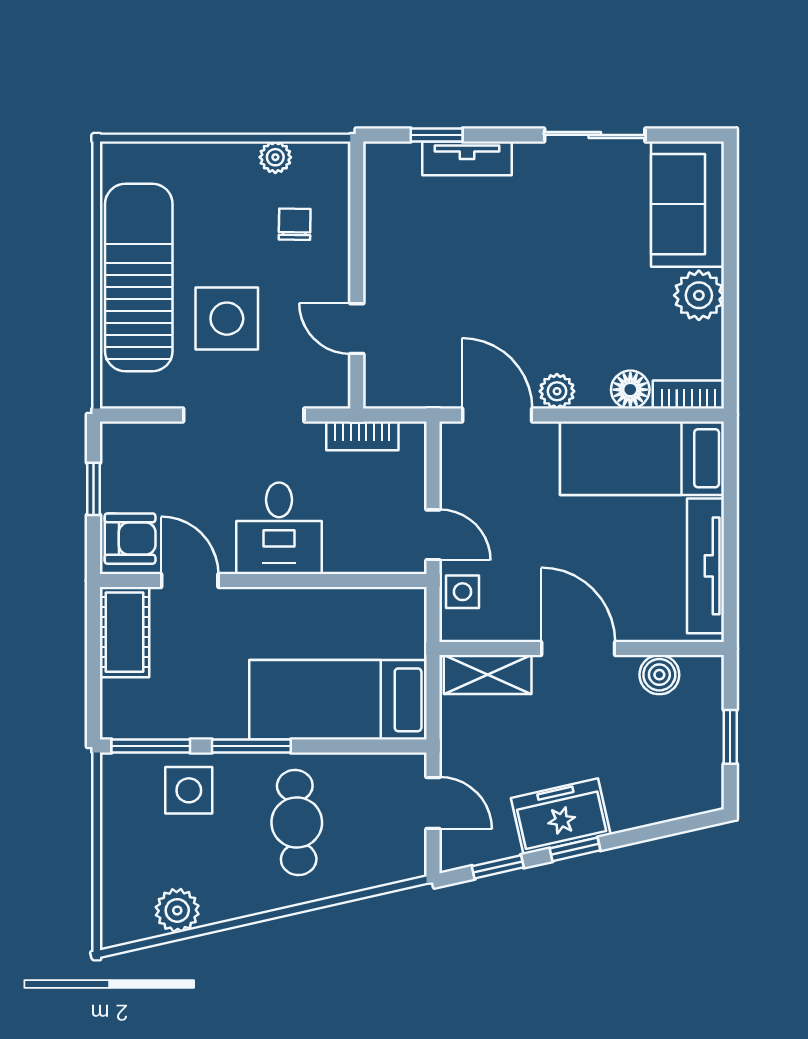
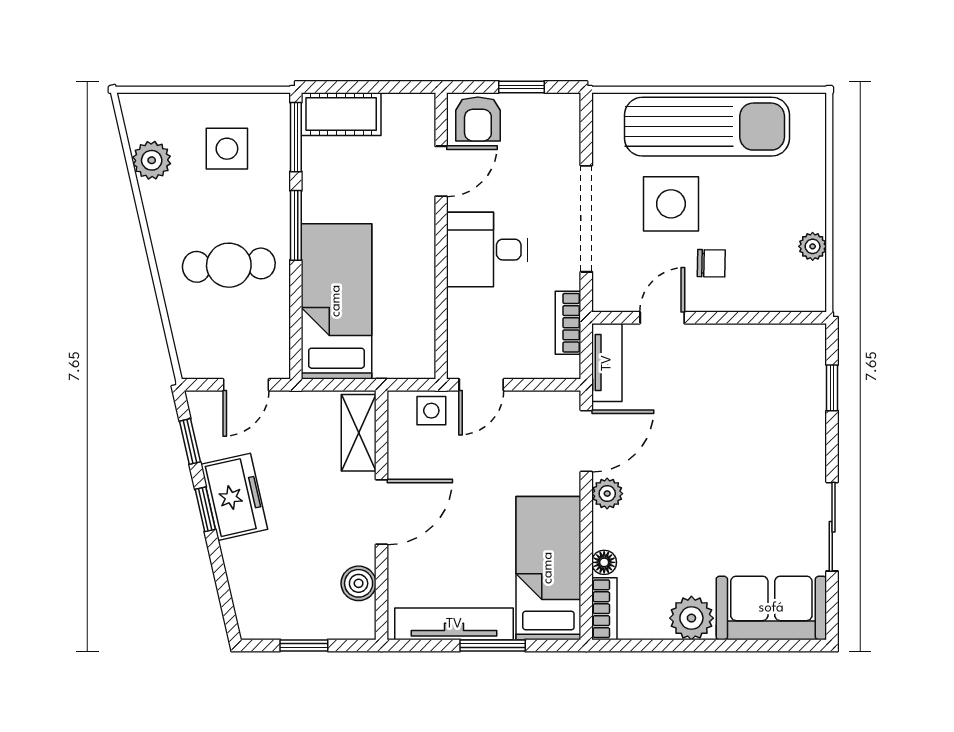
tv unit: (467, 158) -> (607, 363), moved, turned 180
chair: (295, 224) -> (711, 263), moved
floor lamp: (630, 390) -> (604, 562), width x0.73, depth x0.73
window: (730, 522) -> (493, 645), added
cot: (125, 632) -> (341, 114), moved
side table: (189, 790) -> (227, 149), moved

